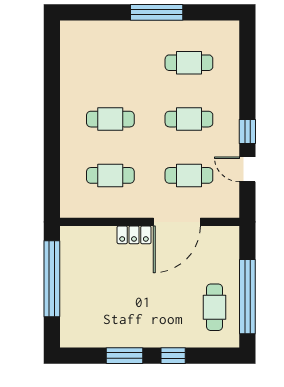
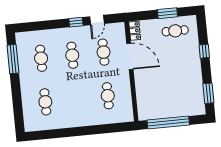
window: (157, 12) -> (13, 59), moved
cafe table: (110, 119) -> (45, 102), moved
locker: (134, 235) -> (135, 31), moved
window: (247, 297) -> (167, 13), width x0.47
window: (124, 356) -> (208, 93), moved

